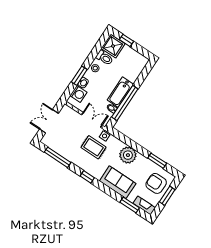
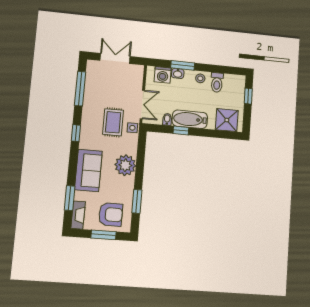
shower: (113, 46) -> (227, 120), moved
window: (125, 103) -> (181, 131), width x0.32
armchair: (156, 183) -> (111, 214), turned 90

